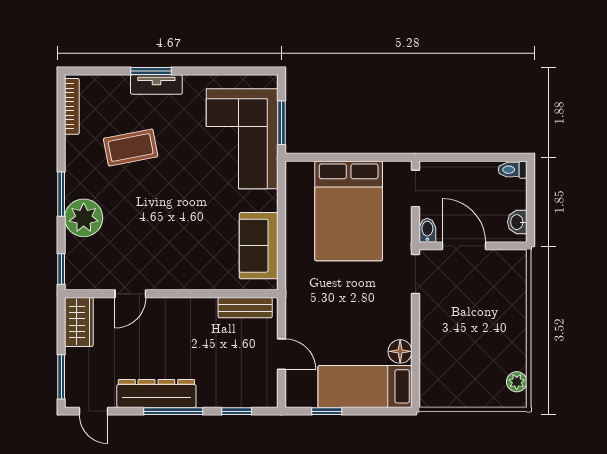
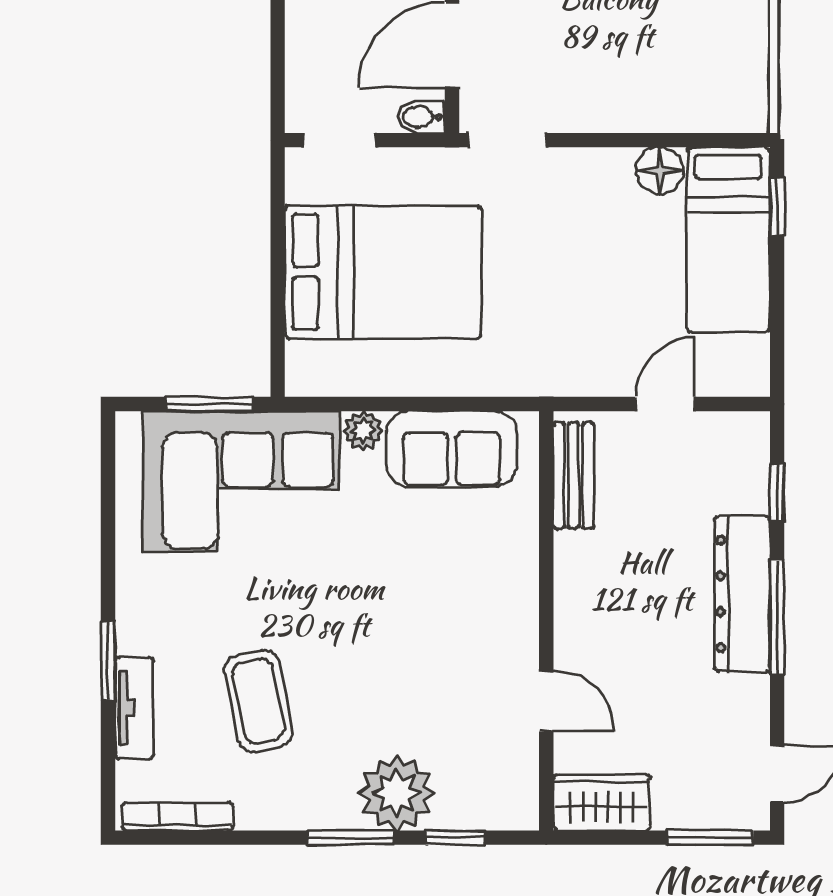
tv unit: (156, 84) -> (134, 708), moved
plant: (268, 201) -> (363, 431), added
window: (61, 269) -> (455, 838), moved
dresser: (156, 393) -> (742, 594), moved
window: (327, 411) -> (777, 207), moved

